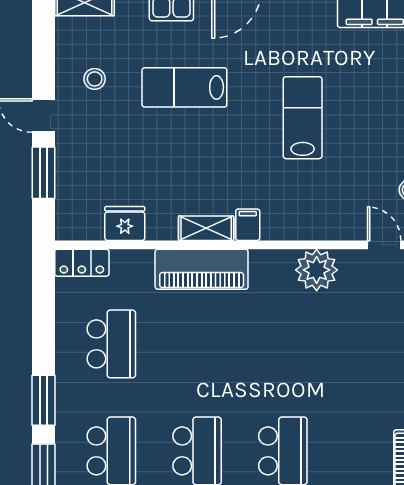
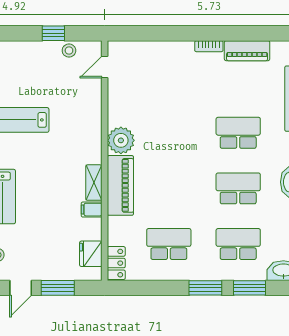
fridge: (125, 224) -> (91, 254), moved
filing cabinet: (248, 225) -> (92, 210), moved
plant: (317, 270) -> (121, 140), moved

